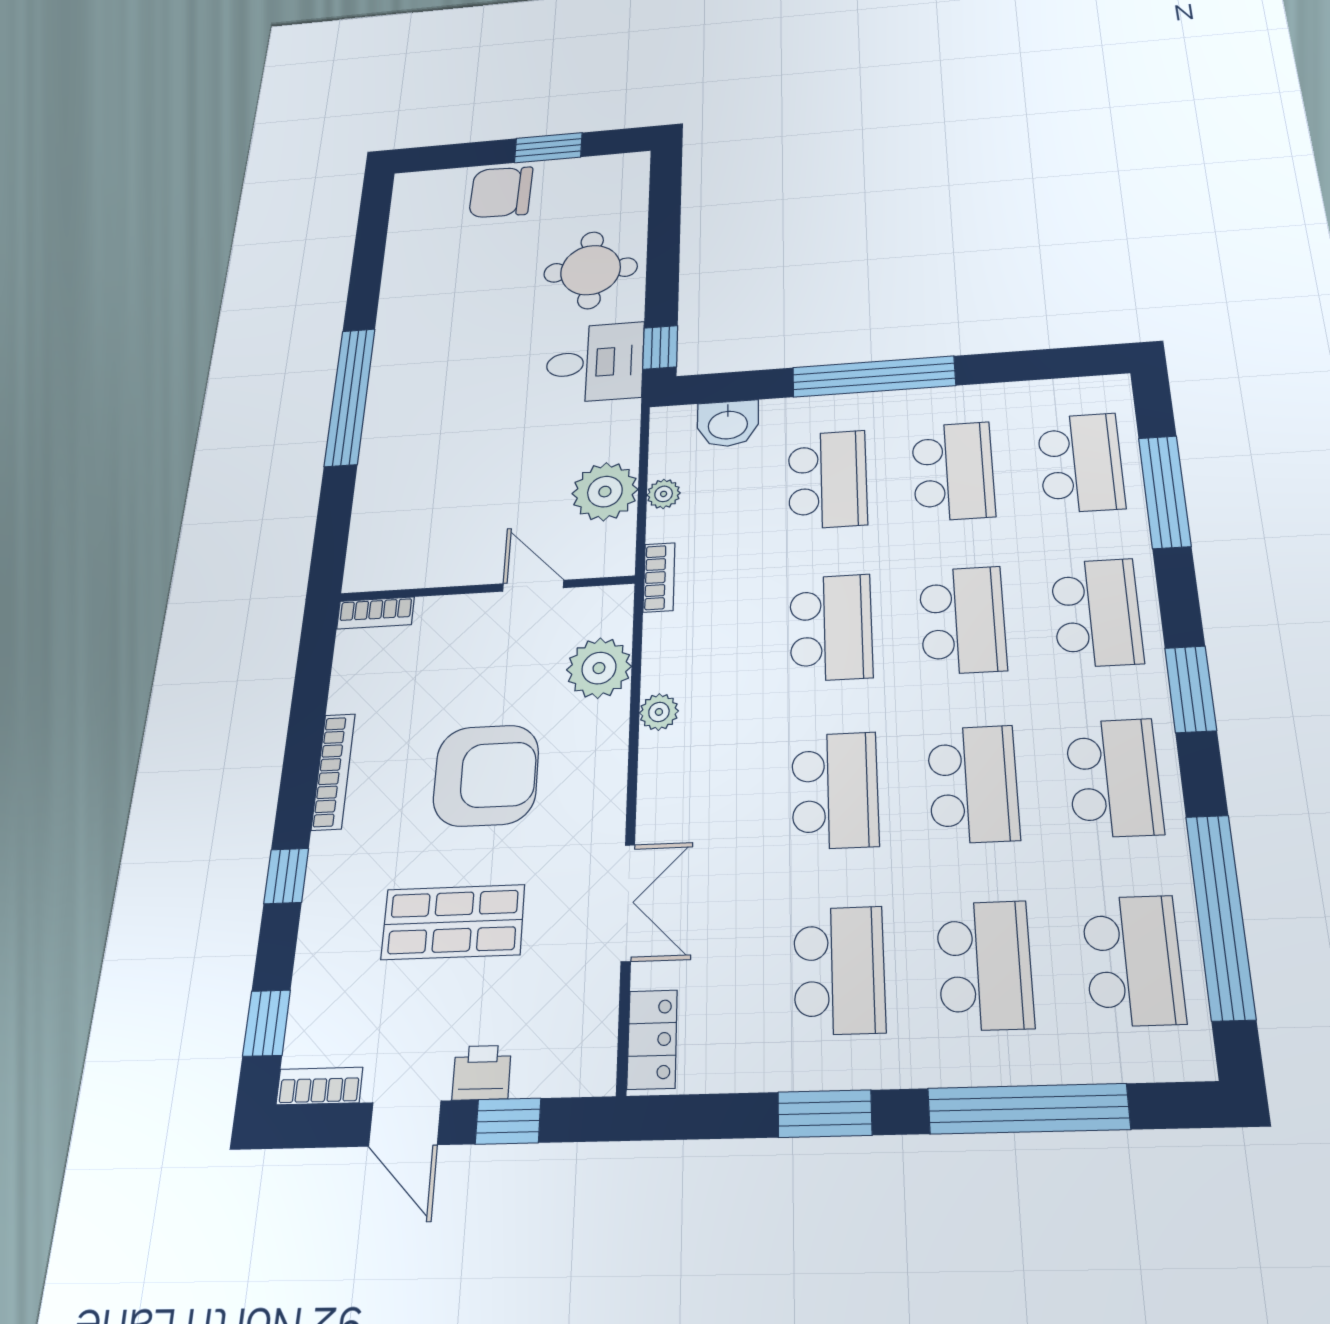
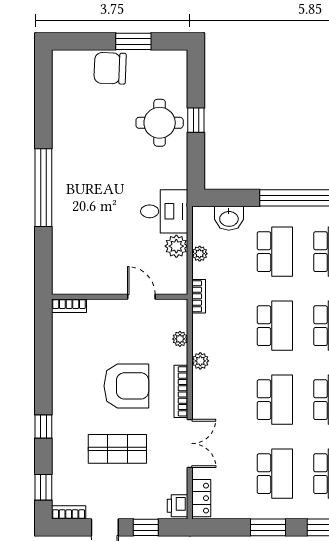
window: (660, 347) -> (196, 120), moved
desk: (595, 363) -> (164, 211), moved
plant: (605, 492) -> (176, 246), width x0.73, depth x0.73
plant: (599, 668) -> (180, 339), width x0.53, depth x0.53
bookcase: (333, 771) -> (181, 391), moved, turned 180
printer: (482, 1073) -> (177, 506), moved, turned -90

